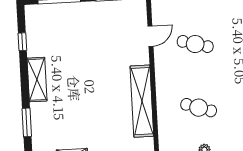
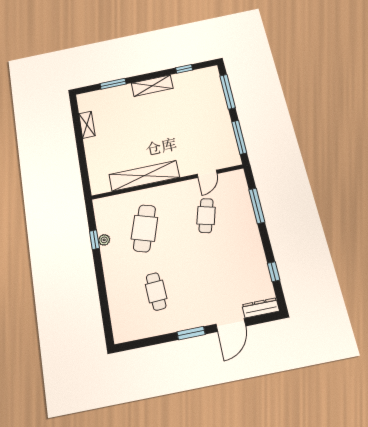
door: (150, 36) -> (207, 174), hinge flipped
cafe table: (199, 108) -> (144, 228), width x1.37, depth x1.35

